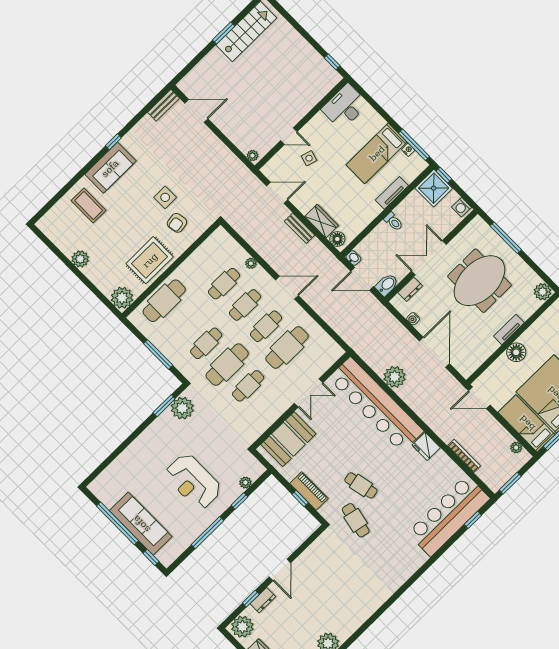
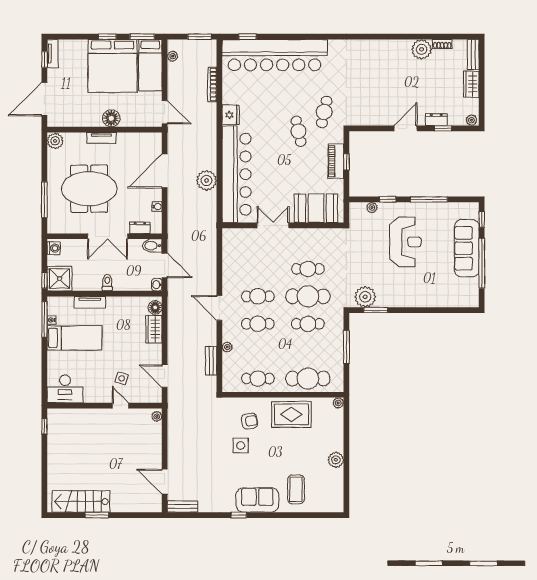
bench: (300, 228) -> (211, 361), moved
cafe table: (224, 284) -> (258, 379), moved
plant: (122, 298) -> (338, 403), width x0.53, depth x0.53
cafe table: (287, 348) -> (258, 269), removed
bar counter: (449, 516) -> (275, 55), width x1.36
plant: (242, 627) -> (471, 120), width x0.53, depth x0.53

